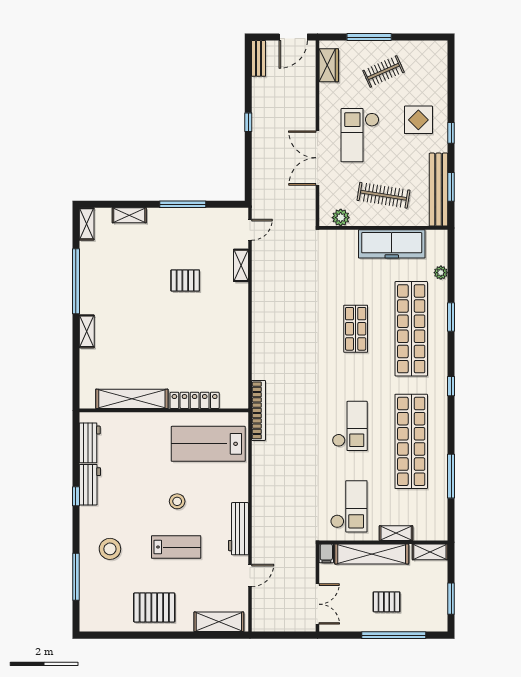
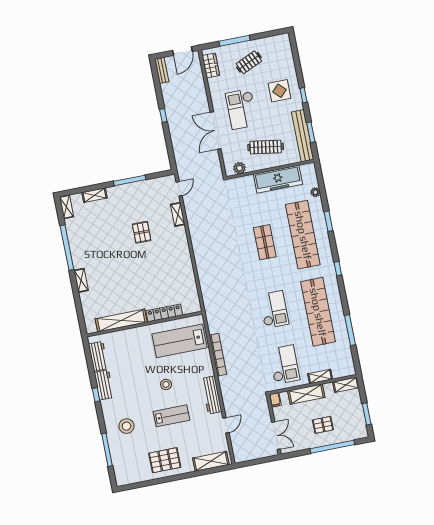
pallet: (185, 280) -> (142, 232), turned 90
bookcase: (258, 410) -> (218, 355), moved
shelving: (372, 554) -> (306, 394), width x0.68

